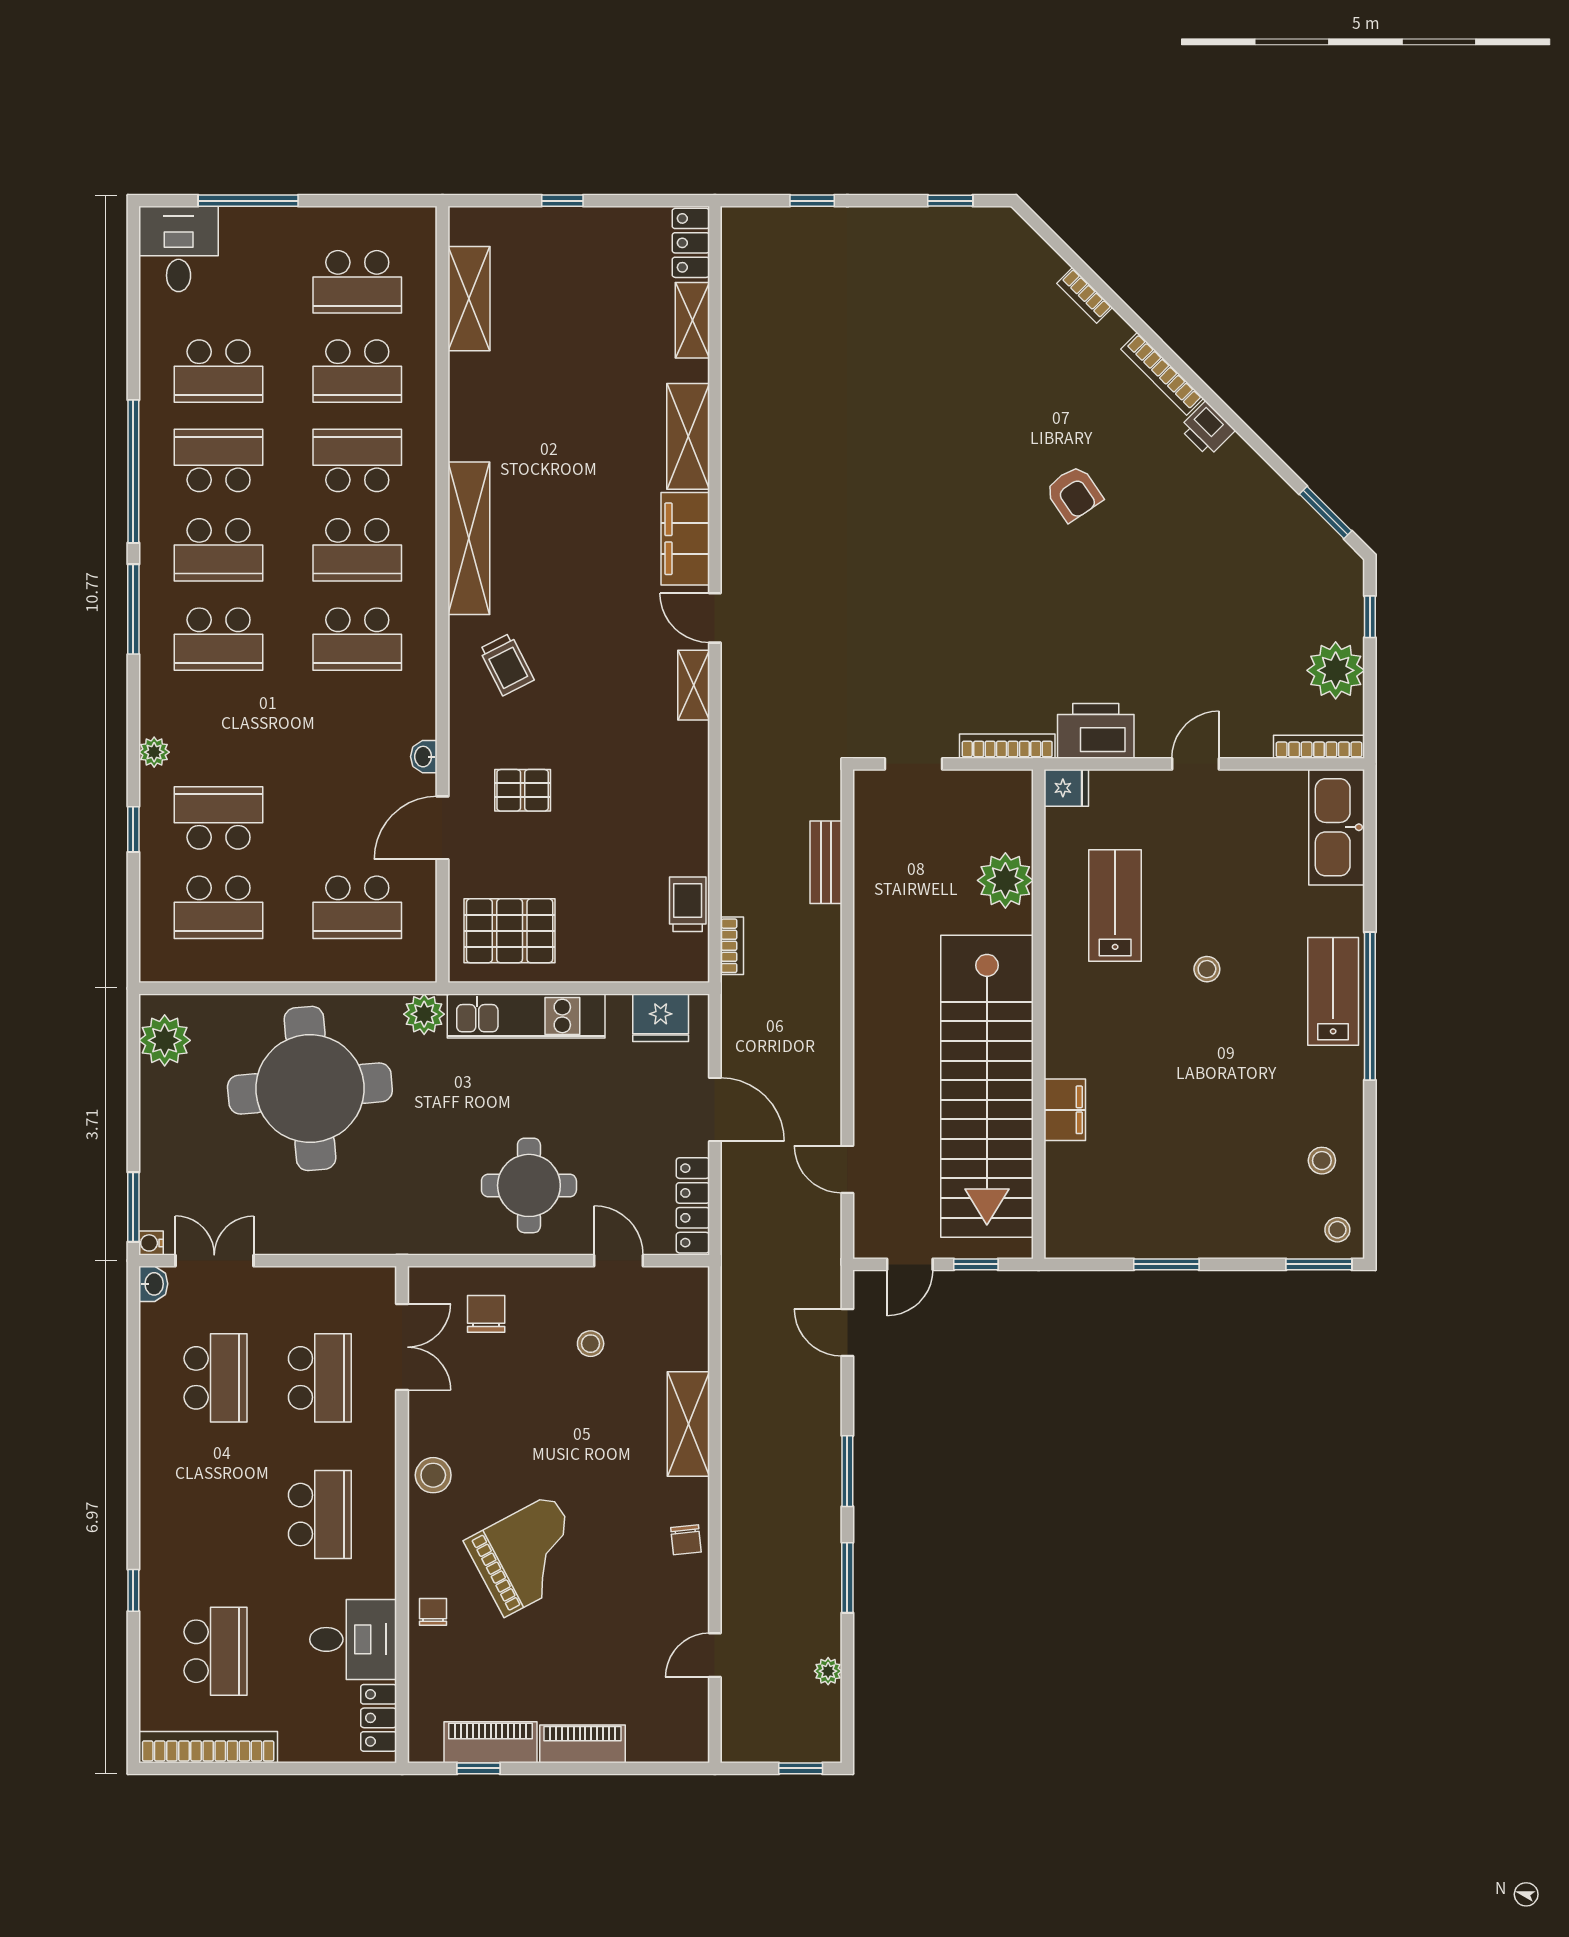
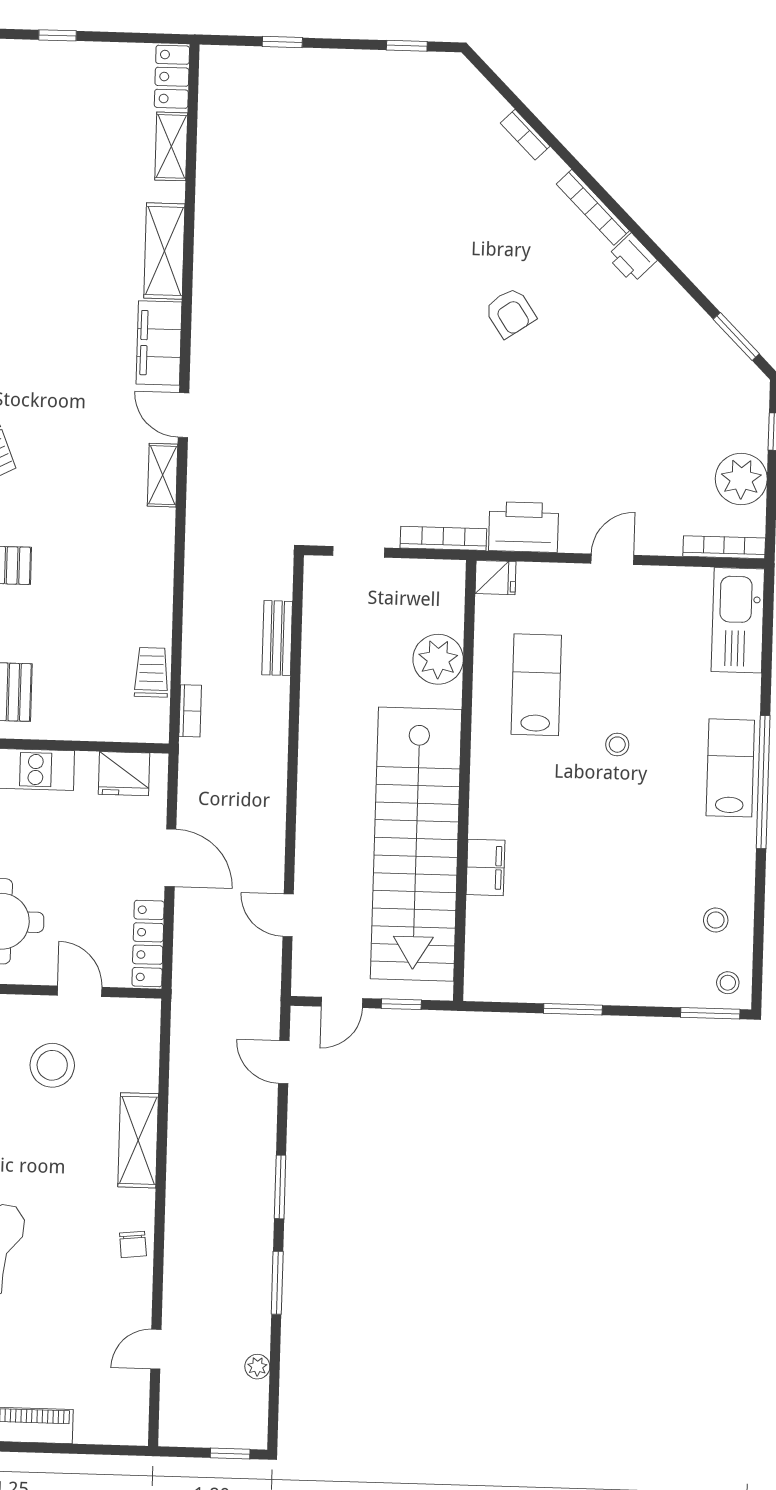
stool: (591, 1344) -> (52, 1065), width x1.89, depth x1.89

